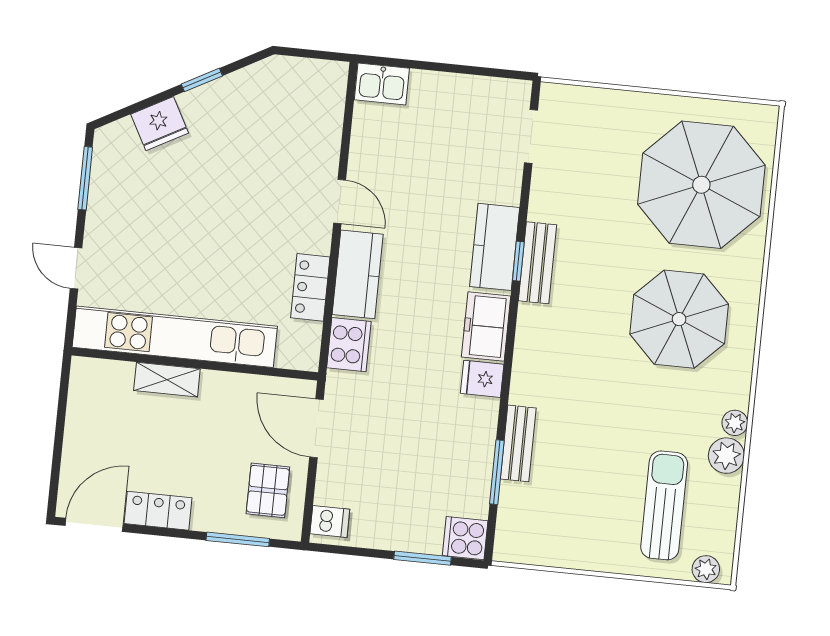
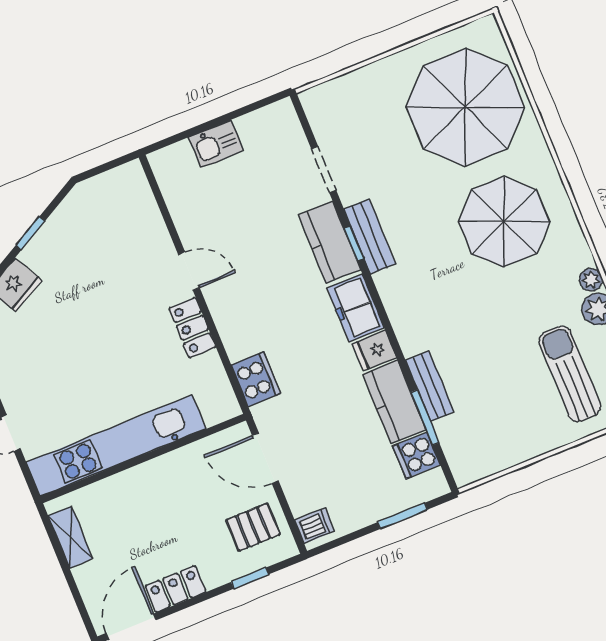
kitchen sink: (382, 84) -> (216, 144), moved
doorway: (531, 136) -> (324, 170), moved
kitchen counter: (358, 274) -> (394, 402), moved, turned 180
locker: (310, 287) -> (192, 328), moved
shelving: (167, 380) -> (70, 537), moved, turned 90
pallet: (268, 490) -> (253, 527), turned 90
cooker: (465, 538) -> (416, 455), moved
window: (238, 539) -> (250, 578), width x0.67

